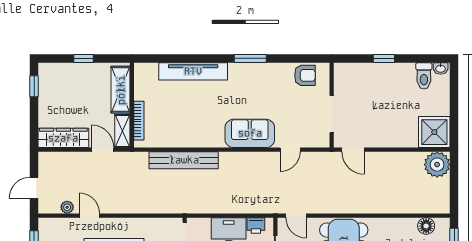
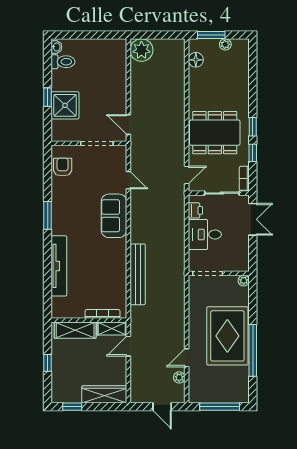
shower: (434, 132) -> (65, 105), moved
wardrobe: (63, 138) -> (104, 394), moved, turned 90
door: (353, 150) -> (128, 124), swing flipped

